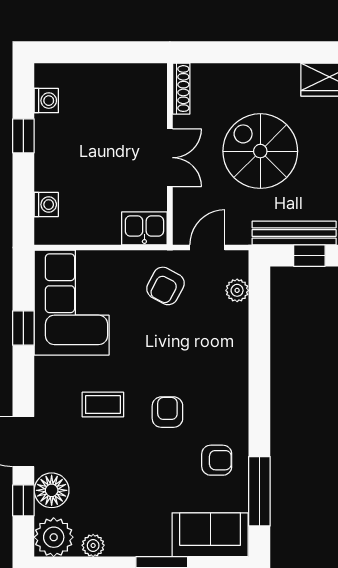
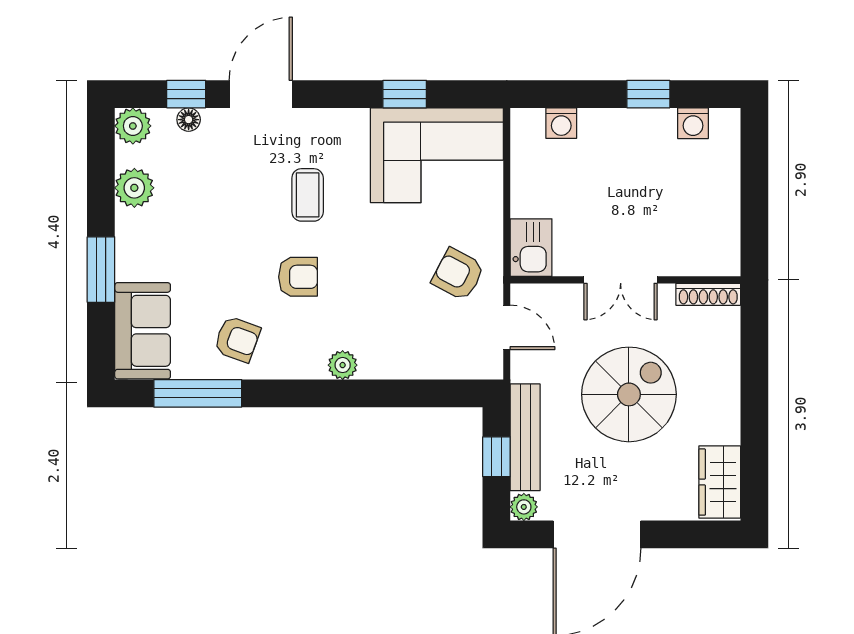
plant: (237, 290) -> (343, 365), moved
armchair: (217, 460) -> (237, 339), turned -70
floor lamp: (52, 490) -> (189, 120), width x0.53, depth x0.53
plant: (54, 537) -> (133, 126), width x0.73, depth x0.73
plant: (93, 545) -> (134, 188), width x1.38, depth x1.38

